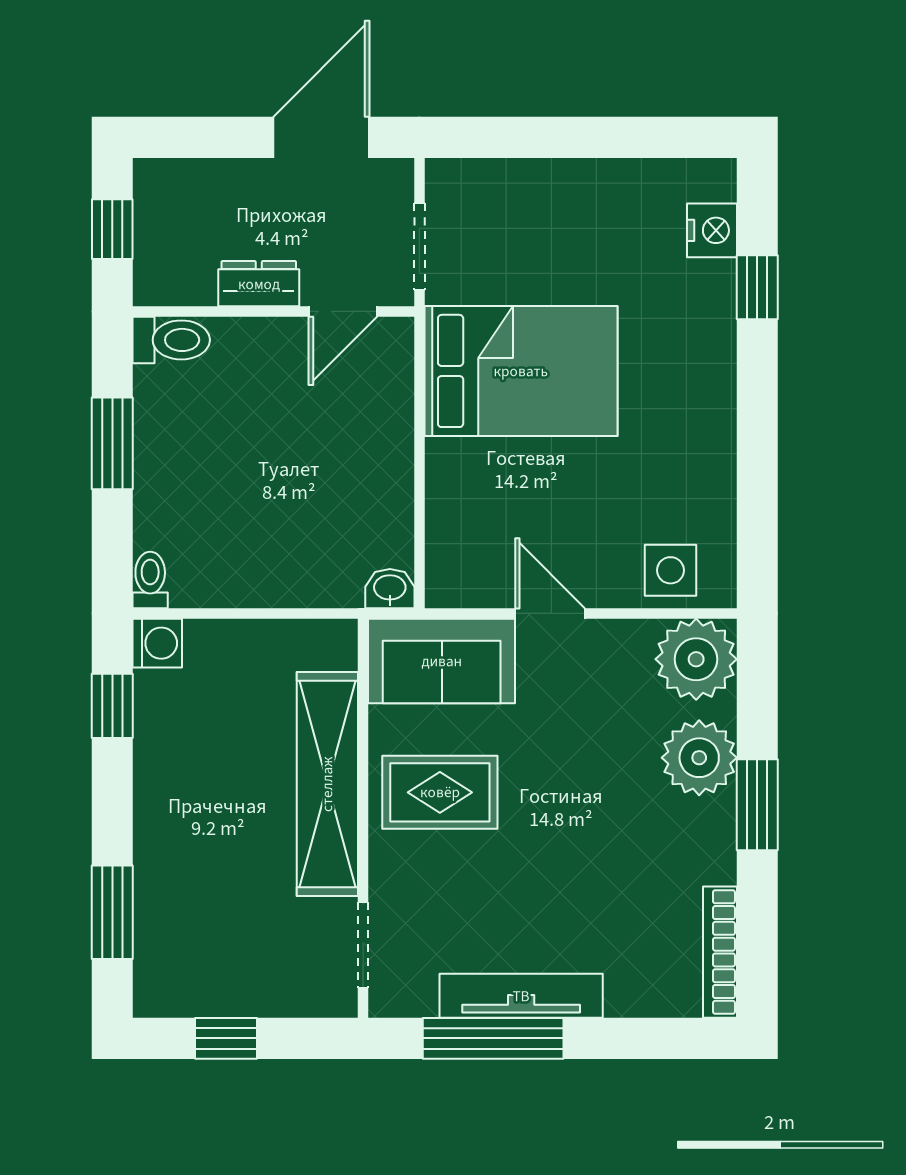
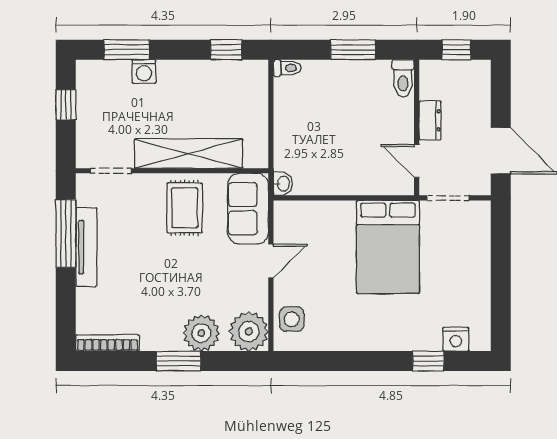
washing machine: (157, 643) -> (144, 71), moved

